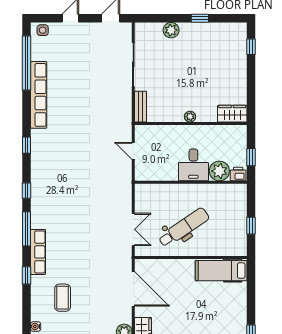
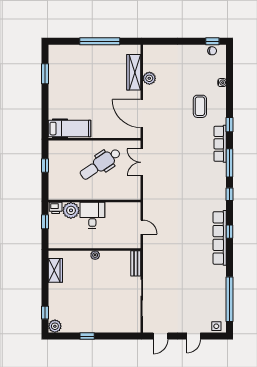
plant: (171, 30) -> (55, 326), moved
row of seats: (39, 95) -> (220, 238), moved
wardrobe: (232, 114) -> (55, 270), moved, turned -90

